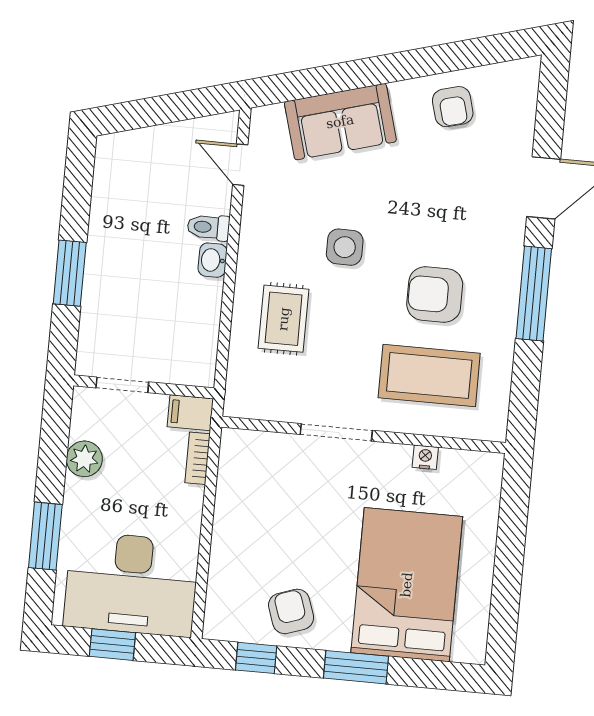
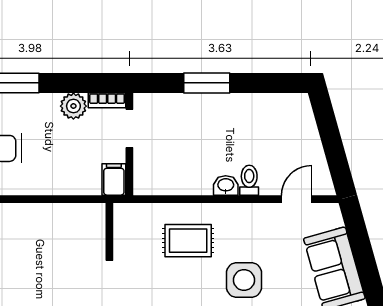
side table: (345, 247) -> (244, 280), width x1.37, depth x1.37
bookcase: (198, 458) -> (107, 100), moved, turned 180

